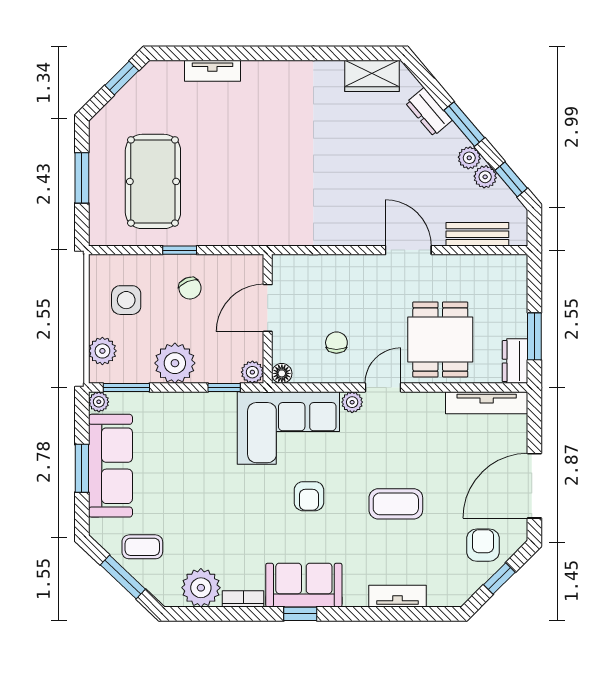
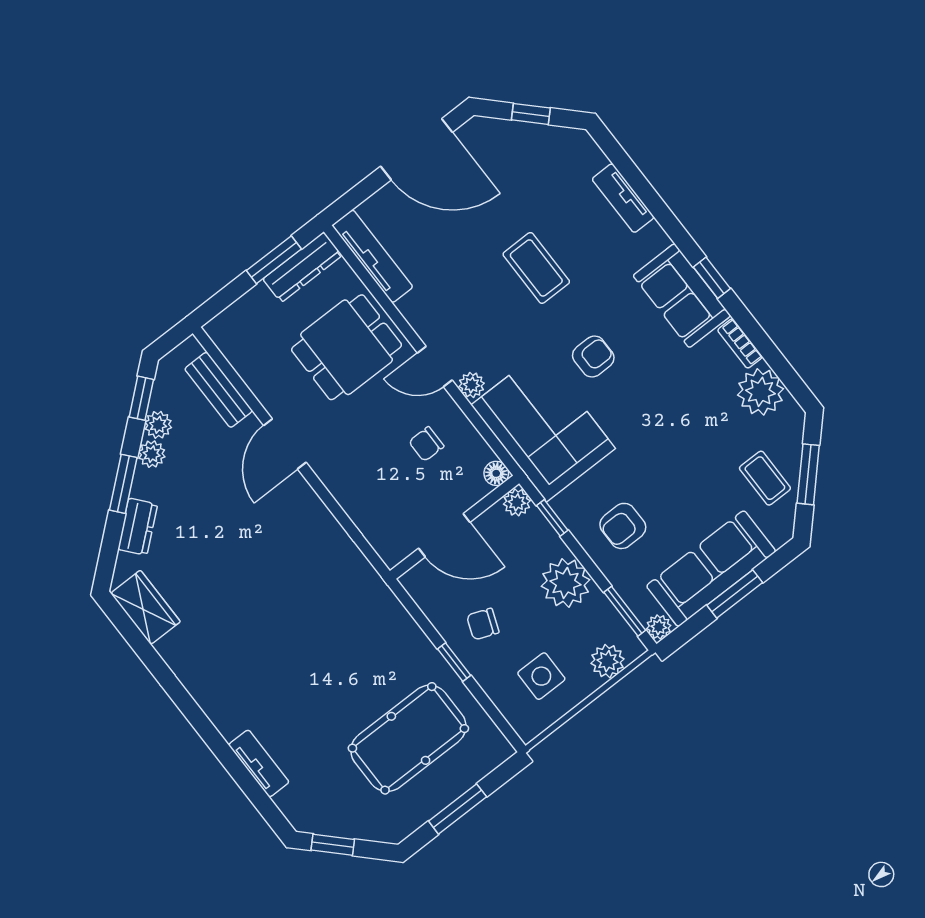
chair: (190, 288) -> (483, 624), turned -136
dresser: (515, 361) -> (302, 267), width x1.44
armchair: (483, 545) -> (623, 526), moved

